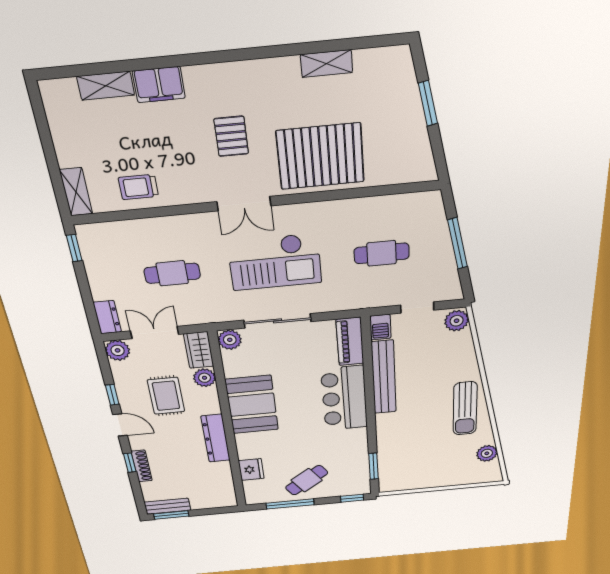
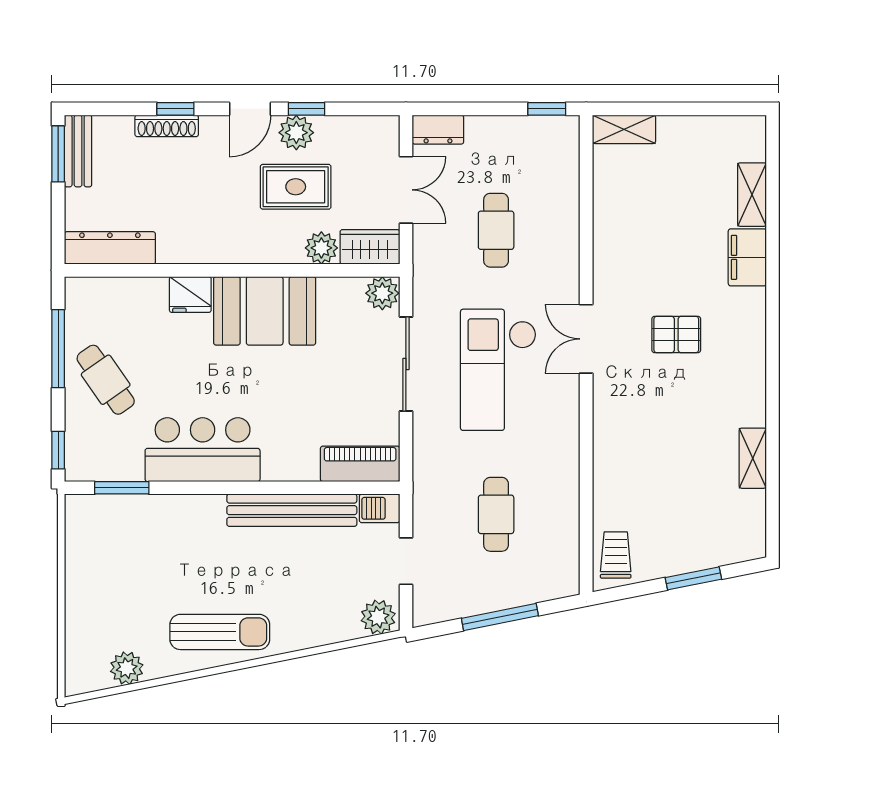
pallet: (320, 156) -> (640, 442), removed
trolley: (138, 187) -> (616, 555), moved
plant: (118, 350) -> (296, 133), moved
bar counter: (344, 398) -> (203, 450), moved
sun lounger: (465, 409) -> (220, 632), turned 180
dresser: (216, 438) -> (110, 248), moved
fridge: (251, 469) -> (190, 295), moved

